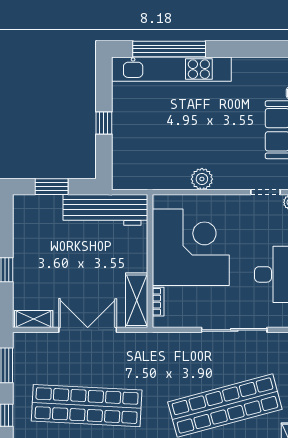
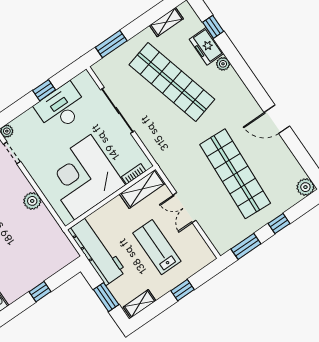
lab bench: (67, 274) -> (157, 247), added
shelving: (34, 319) -> (140, 304), moved, turned 90
double door: (88, 330) -> (185, 208), width x0.73

